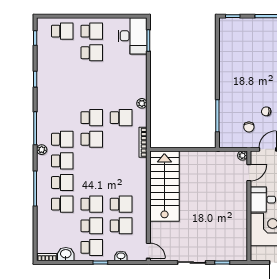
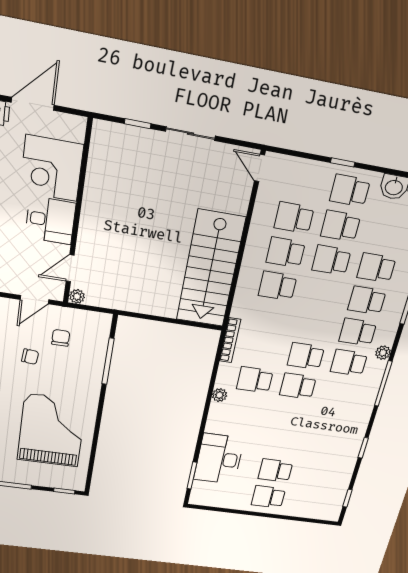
school desk: (62, 31) -> (277, 286), moved
desk: (132, 36) -> (219, 459), moved
grand piano: (247, 61) -> (52, 430), added
washbasin: (121, 256) -> (307, 167), removed

